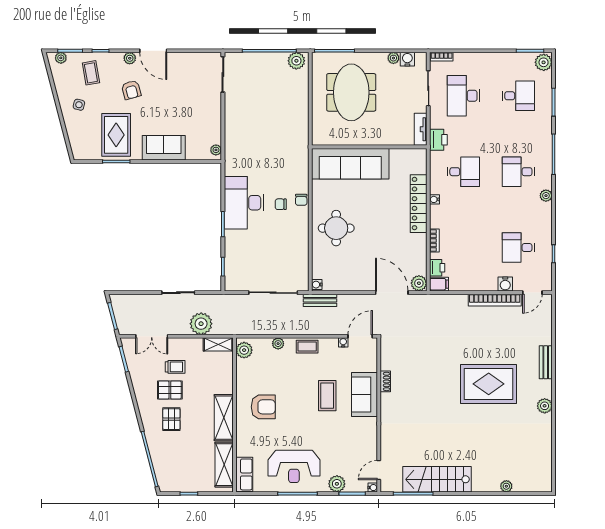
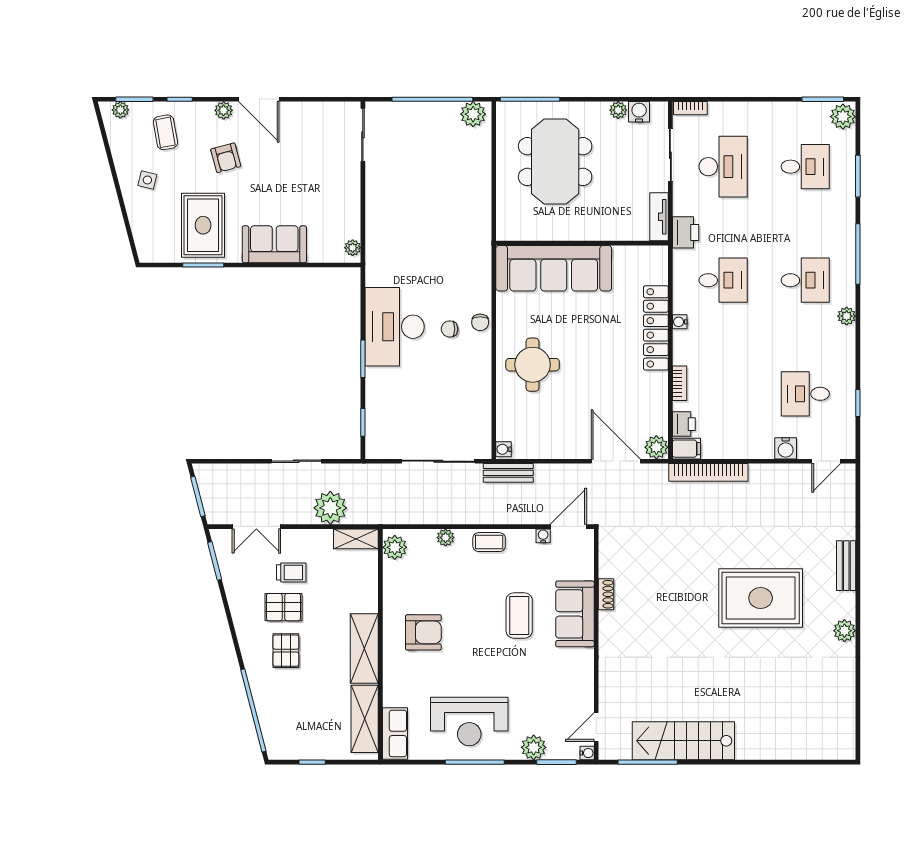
desk: (463, 96) -> (723, 167), turned 180
desk: (518, 172) -> (805, 280), turned 180
bookcase: (495, 300) -> (708, 472), moved
plant: (506, 486) -> (787, 751), removed

